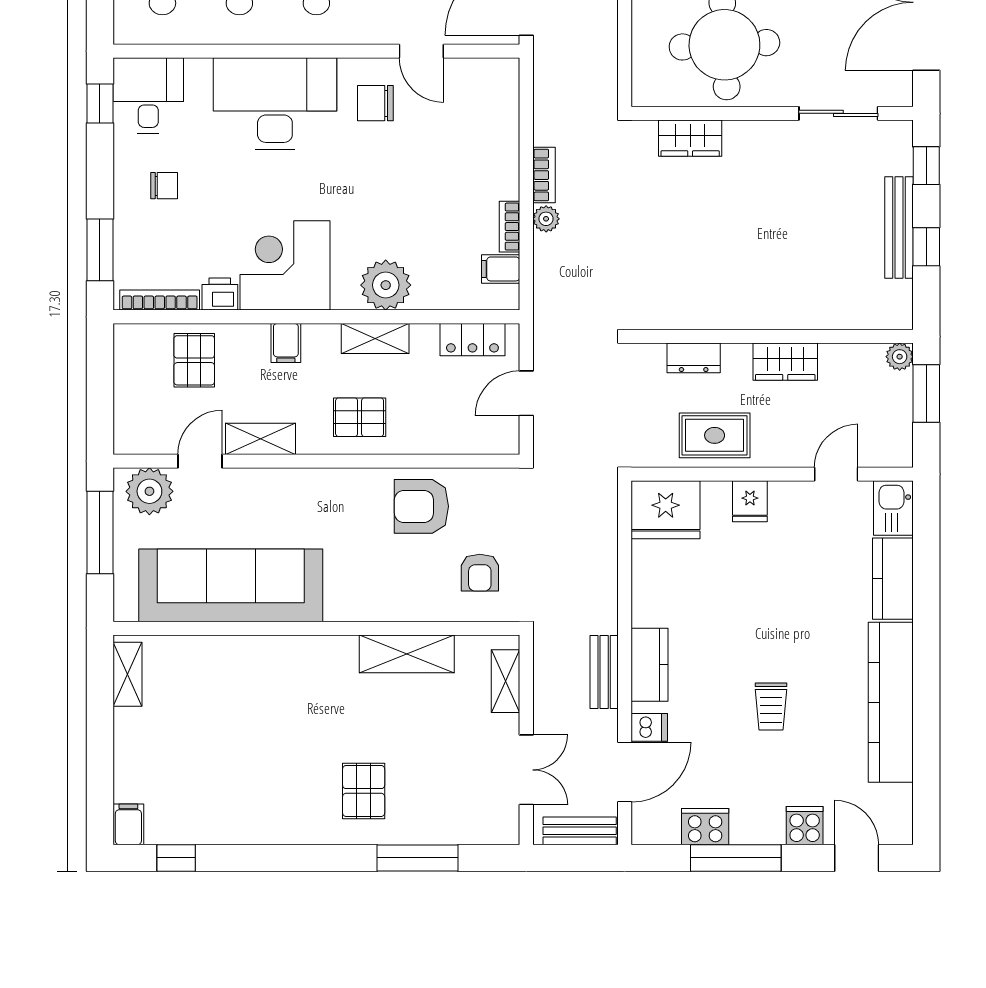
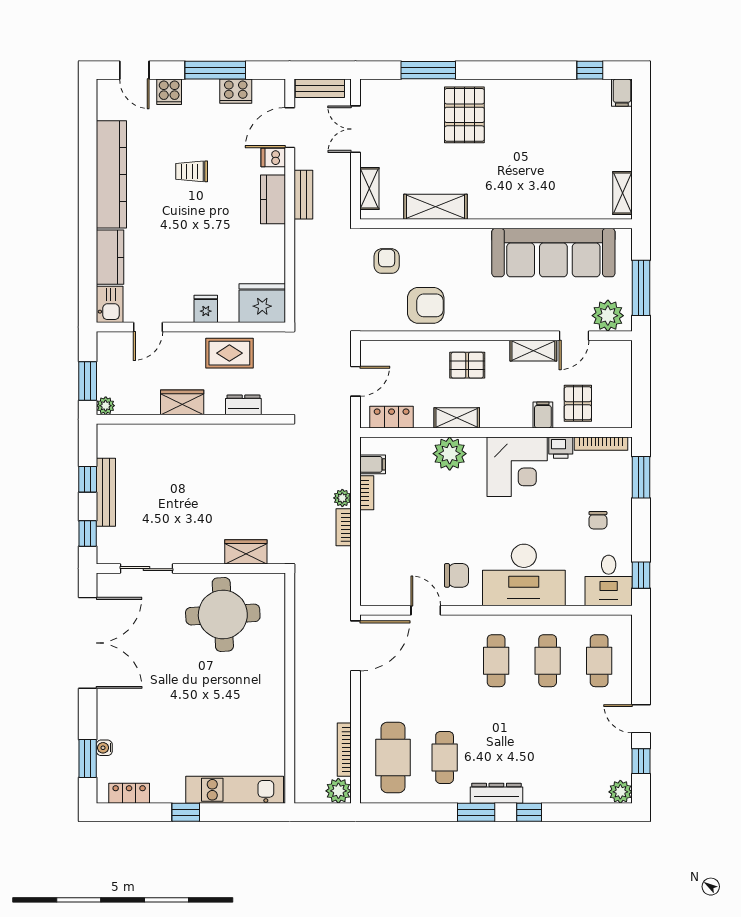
chair: (164, 186) -> (598, 520), turned -90
filing cabinet: (286, 343) -> (543, 415), moved
trolley: (771, 707) -> (192, 171), turned -90
pallet: (364, 791) -> (464, 115), width x1.50, depth x1.42

